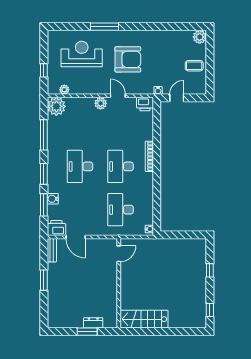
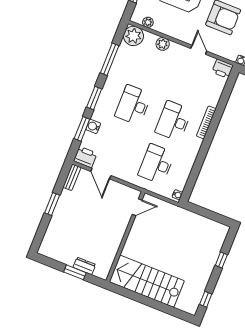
plant: (101, 103) -> (163, 44), moved
stairs: (144, 319) -> (147, 281), width x1.36, depth x1.51

